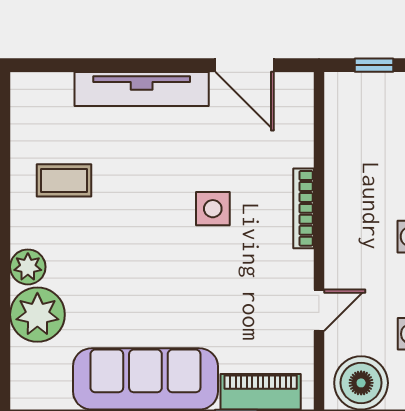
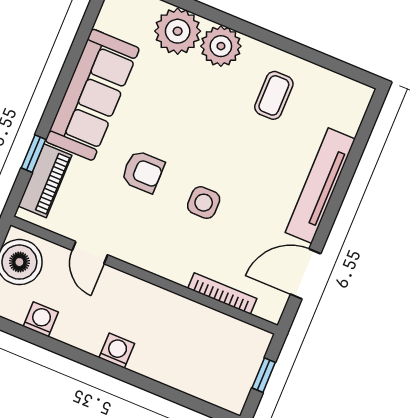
bookcase: (304, 208) -> (222, 293), moved
plant: (28, 267) -> (221, 46), width x1.36, depth x1.36
armchair: (207, 289) -> (143, 172), added

